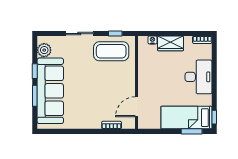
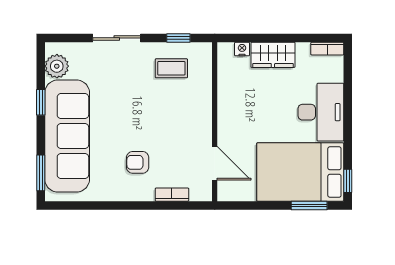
coffee table: (111, 51) -> (171, 68), width x0.54, depth x0.58
window: (35, 96) -> (41, 173), moved
armchair: (91, 106) -> (138, 162), added
door: (136, 107) -> (215, 163), swing flipped
bed: (186, 118) -> (300, 172), width x1.50

